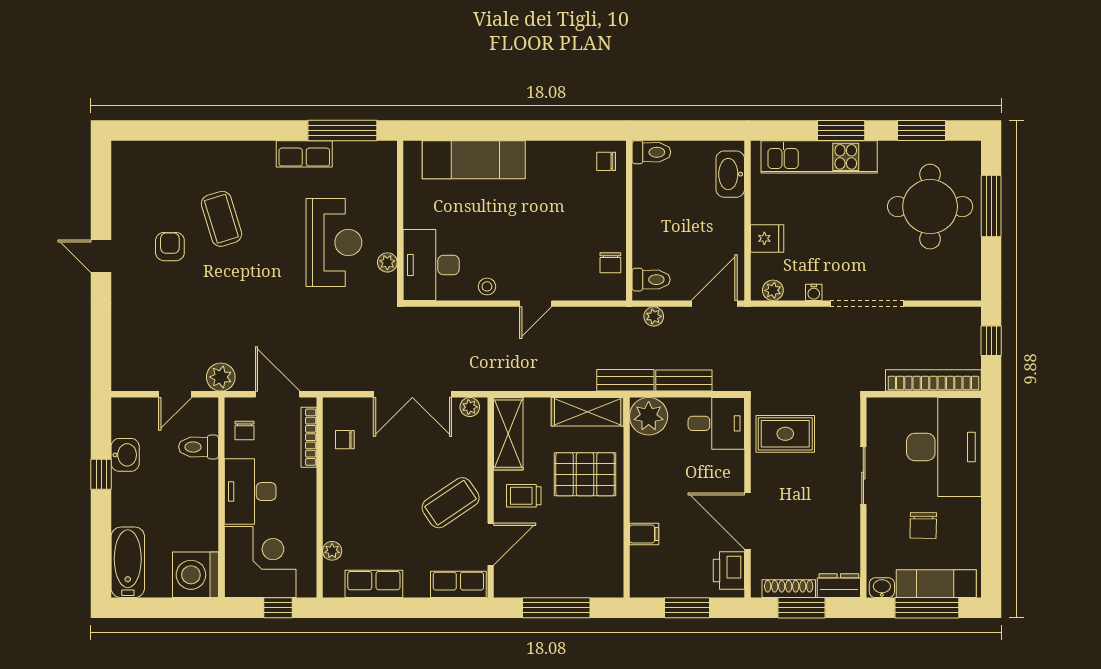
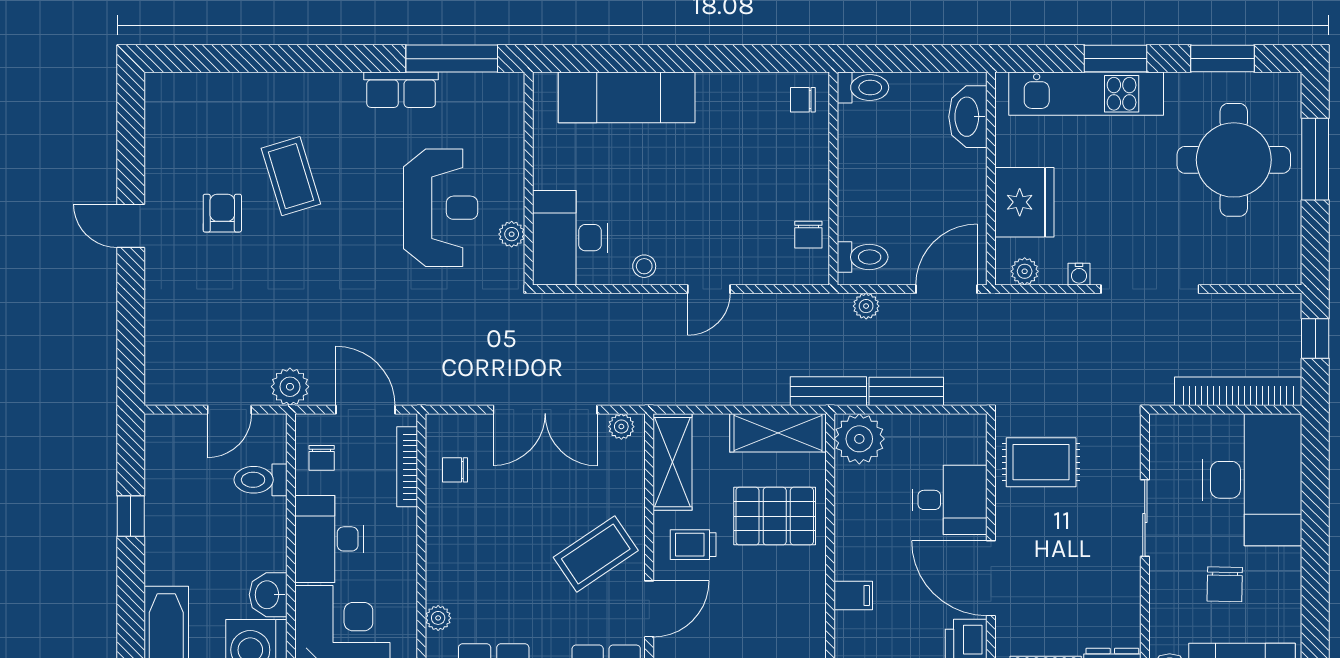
fridge: (767, 238) -> (1024, 202), width x1.88, depth x1.34
desk: (716, 423) -> (949, 500), moved
washbasin: (125, 455) -> (268, 595), moved, turned 180

